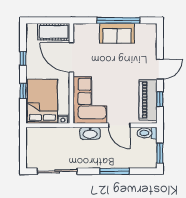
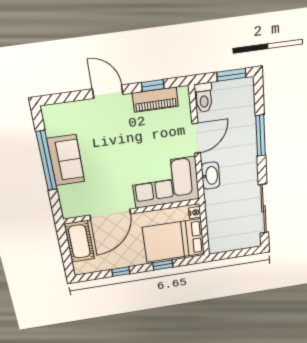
piano: (148, 100) -> (155, 100), width x0.73, depth x0.75

